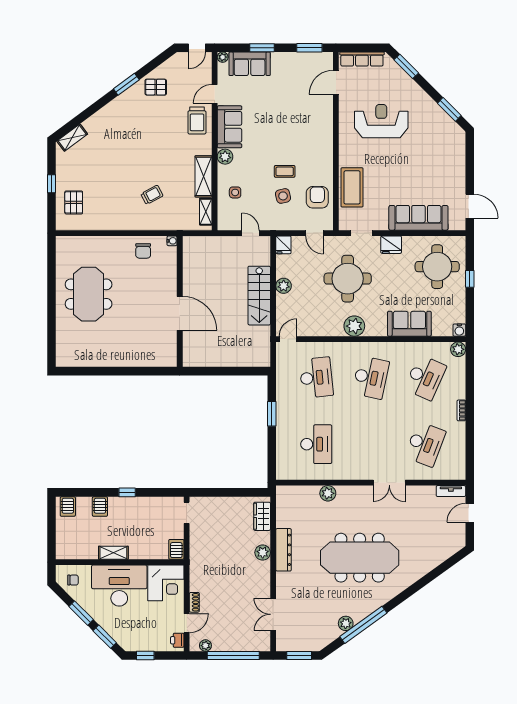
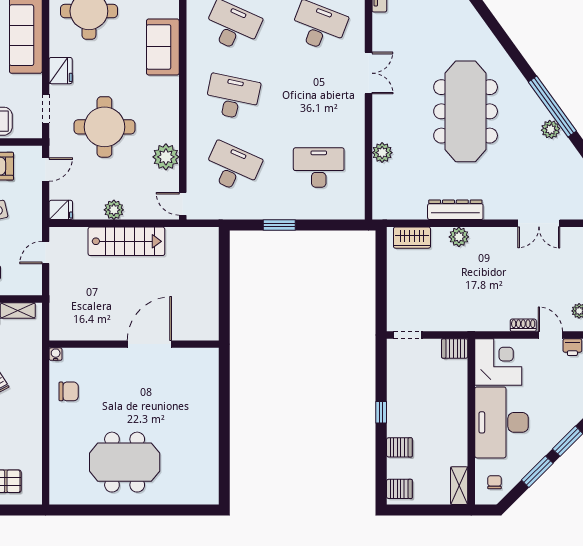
plant: (354, 326) -> (166, 157), moved
desk: (316, 378) -> (232, 167), turned 30
shelving: (113, 553) -> (459, 486), moved

